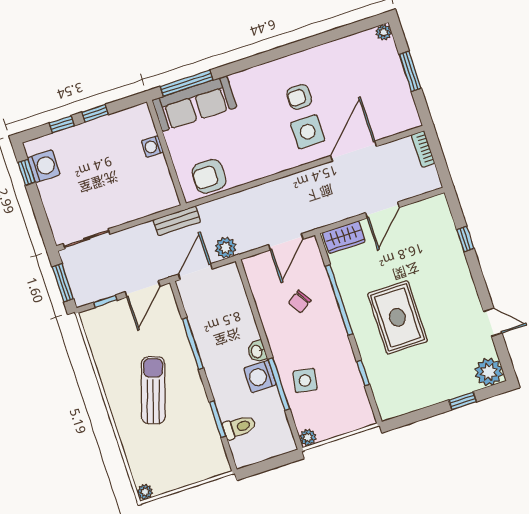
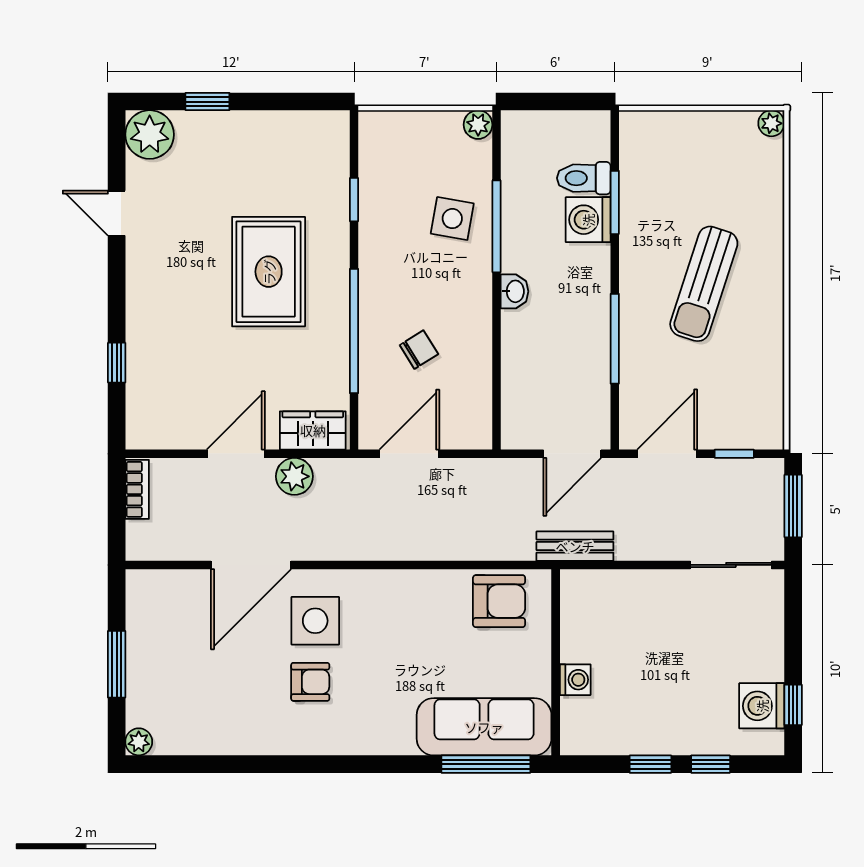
bookcase: (423, 149) -> (137, 489), moved
plant: (226, 248) -> (294, 476), moved
washing machine: (260, 377) -> (588, 220), moved, turned 180

